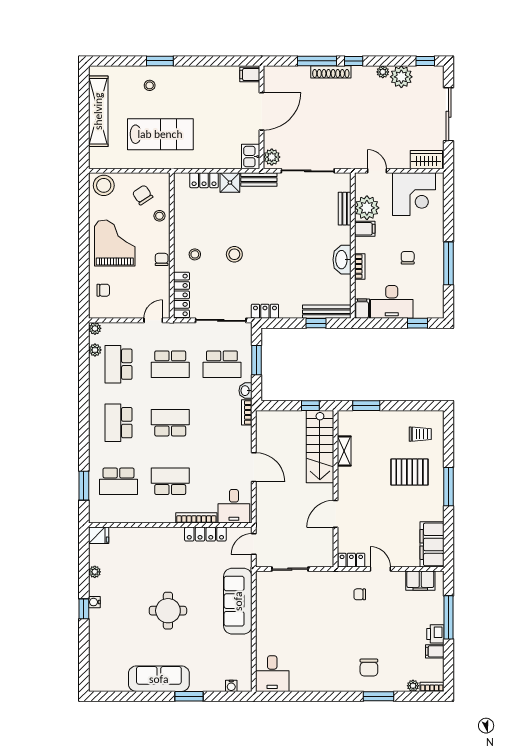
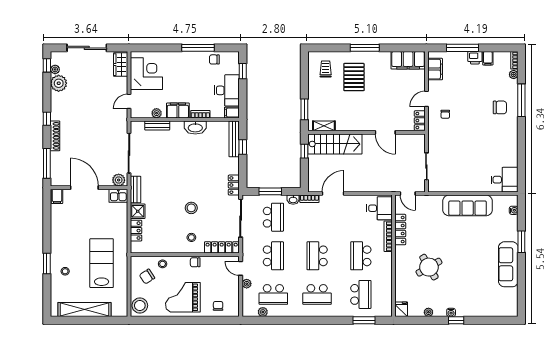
window: (317, 61) -> (47, 163), moved
plant: (383, 72) -> (55, 69), moved
plant: (367, 208) -> (157, 113), width x0.53, depth x0.53
filing cabinet: (365, 229) -> (178, 110), width x2.00
chair: (408, 258) -> (214, 59), moved
plant: (95, 328) -> (247, 284), moved
shelving: (344, 451) -> (324, 126), moved
door: (254, 467) -> (333, 194), moved
sofa: (238, 601) -> (468, 205), moved
round table: (168, 611) -> (429, 267), moved, turned -30
window: (379, 696) -> (521, 100), width x1.44

